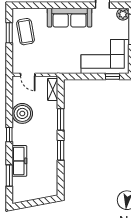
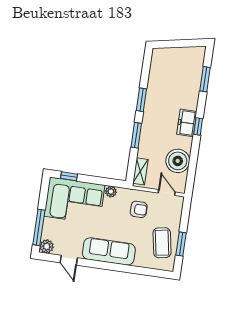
armchair: (49, 57) -> (139, 209), added
plant: (75, 69) -> (111, 192), added
boiler: (22, 113) -> (178, 161), moved
freezer: (19, 161) -> (187, 123), moved, width x0.71

